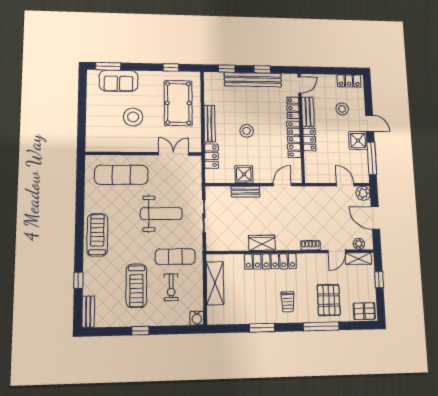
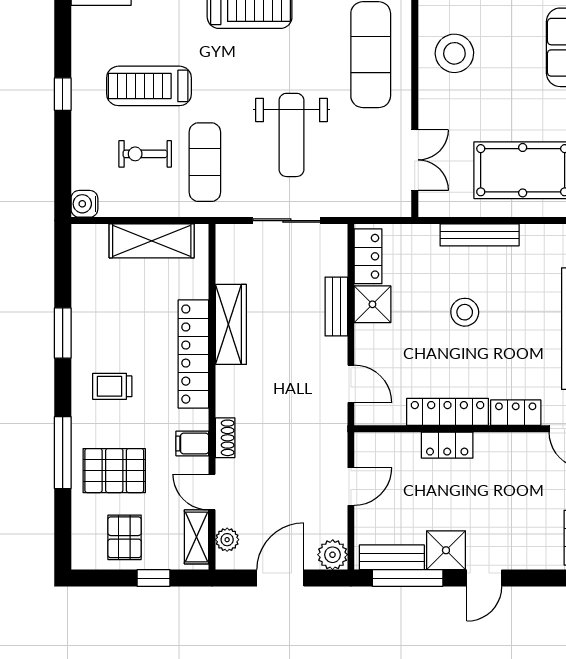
stool: (342, 109) -> (515, 519), removed
bench: (308, 112) -> (392, 557), moved
stool: (133, 117) -> (454, 53), moved
locker: (211, 156) -> (368, 256), moved, turned -90
door: (345, 185) -> (351, 487), moved
wardrobe: (262, 243) -> (231, 324), width x1.50
filing cabinet: (314, 261) -> (192, 443), added
pallet: (364, 311) -> (125, 537), moved

